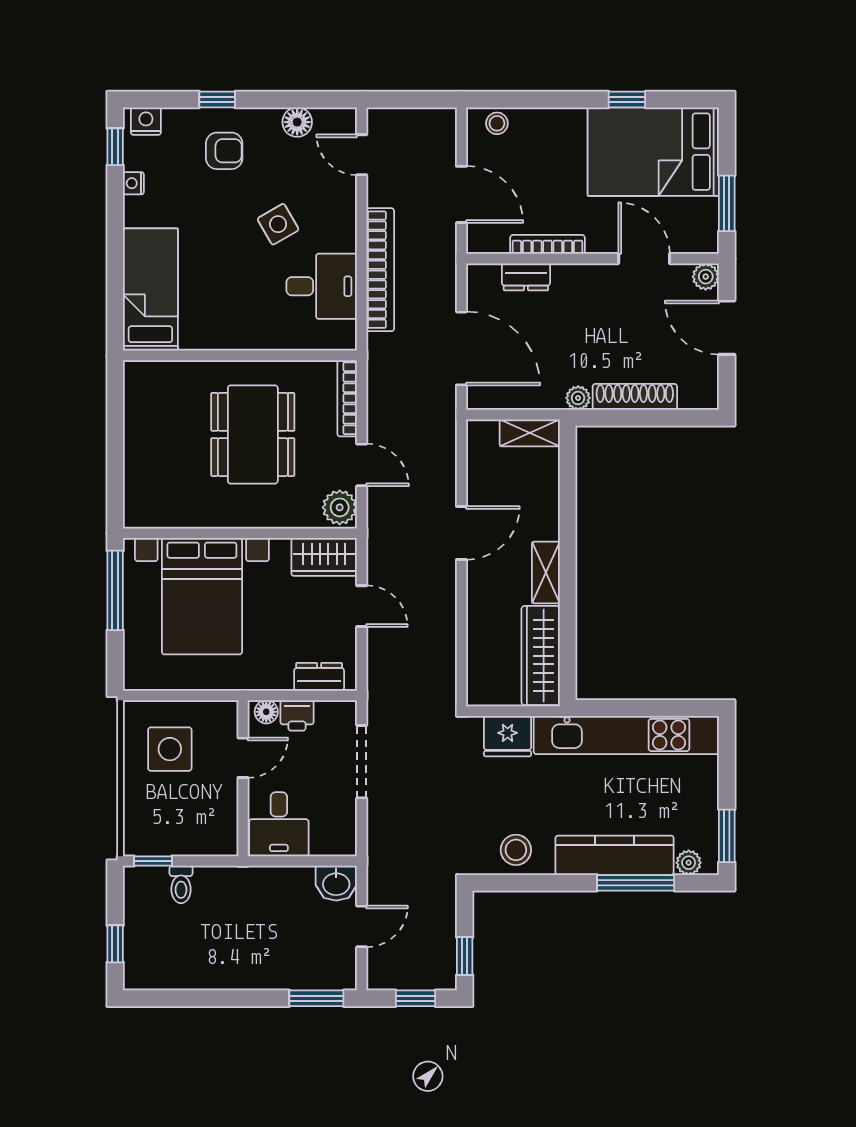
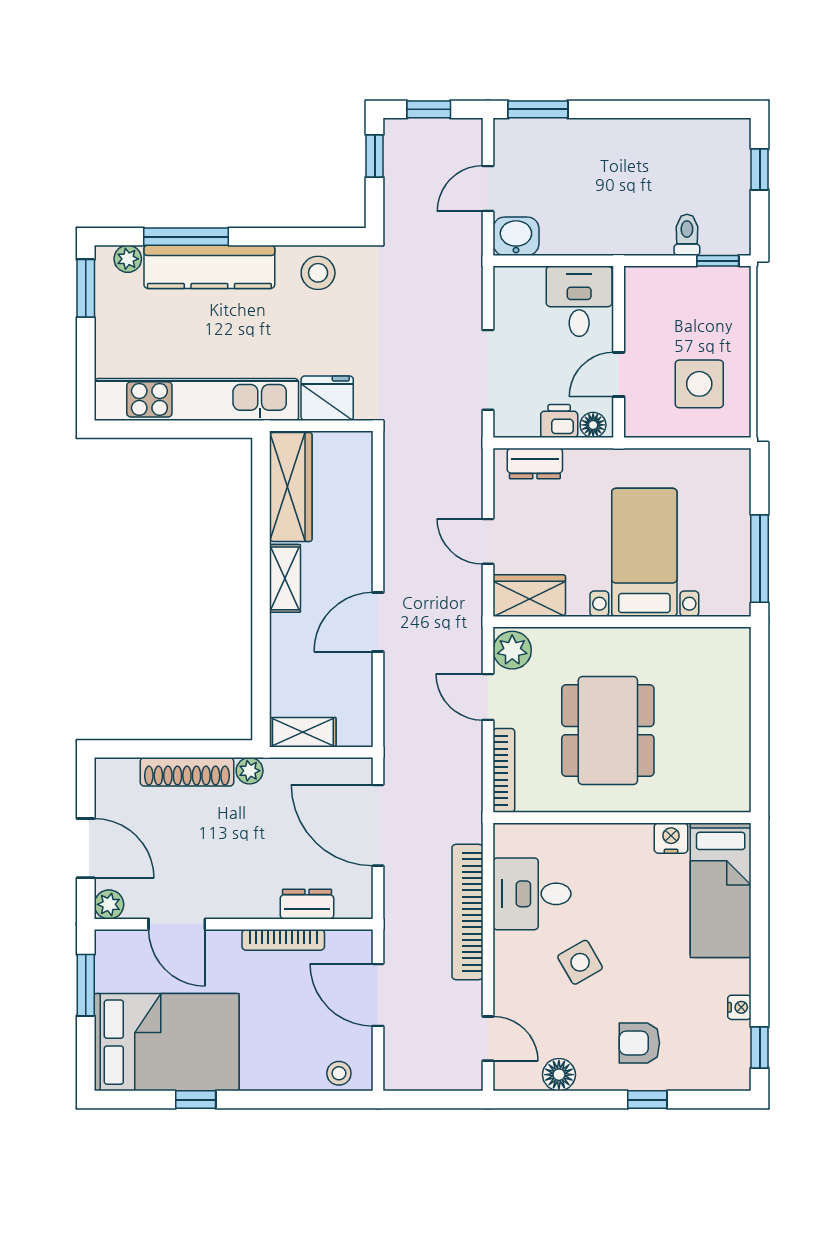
nightstand: (146, 121) -> (671, 838), moved, turned 180
bed with nightstands: (202, 596) -> (644, 552), width x0.73

